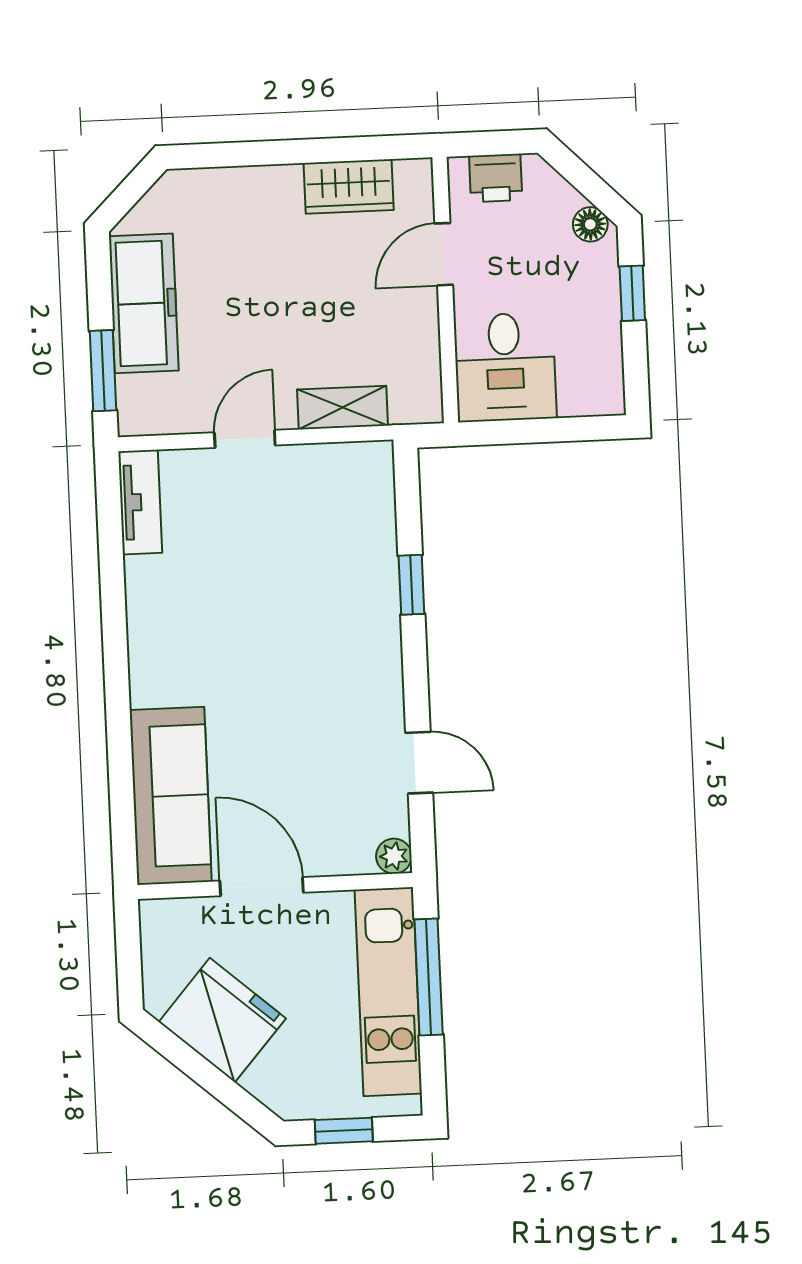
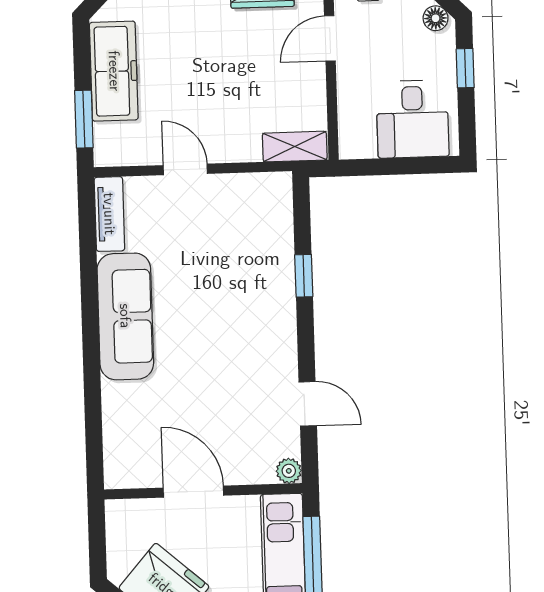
desk: (505, 367) -> (413, 119), moved
shelving: (342, 408) -> (295, 147), moved
door: (245, 439) -> (185, 169), hinge flipped
sofa: (171, 796) -> (125, 316), moved

